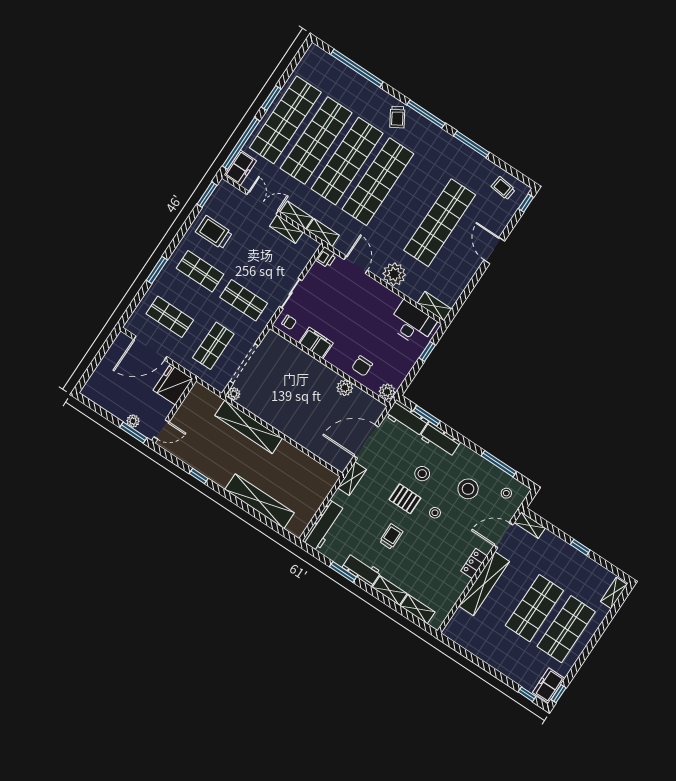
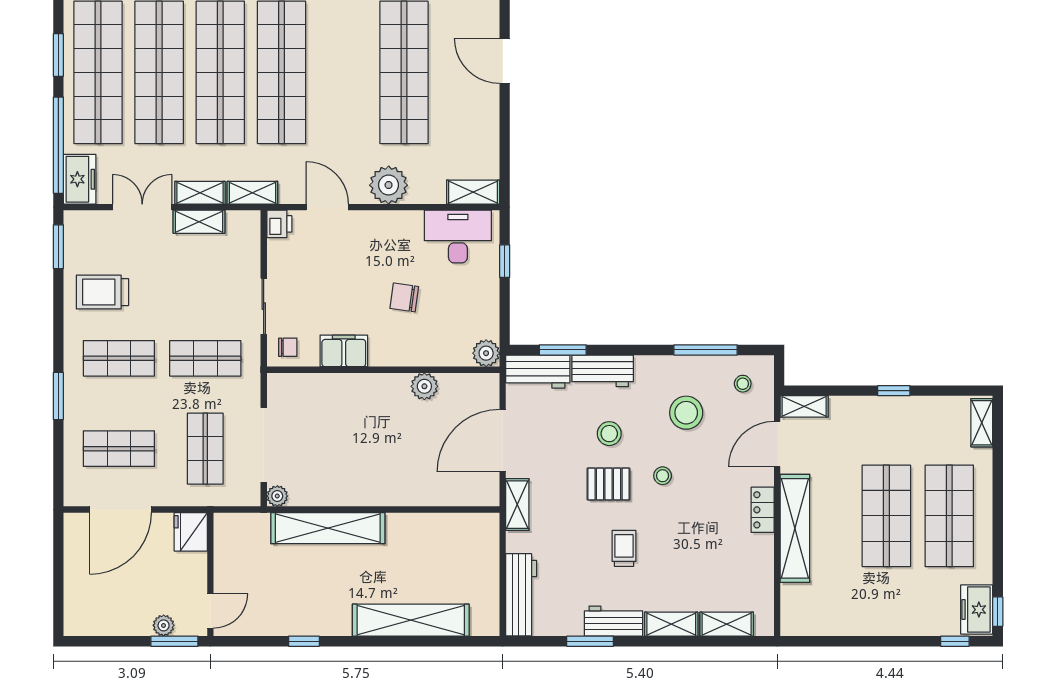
chair: (362, 366) -> (404, 297), moved, turned 98
fridge: (173, 385) -> (191, 532), width x0.73, depth x0.75

